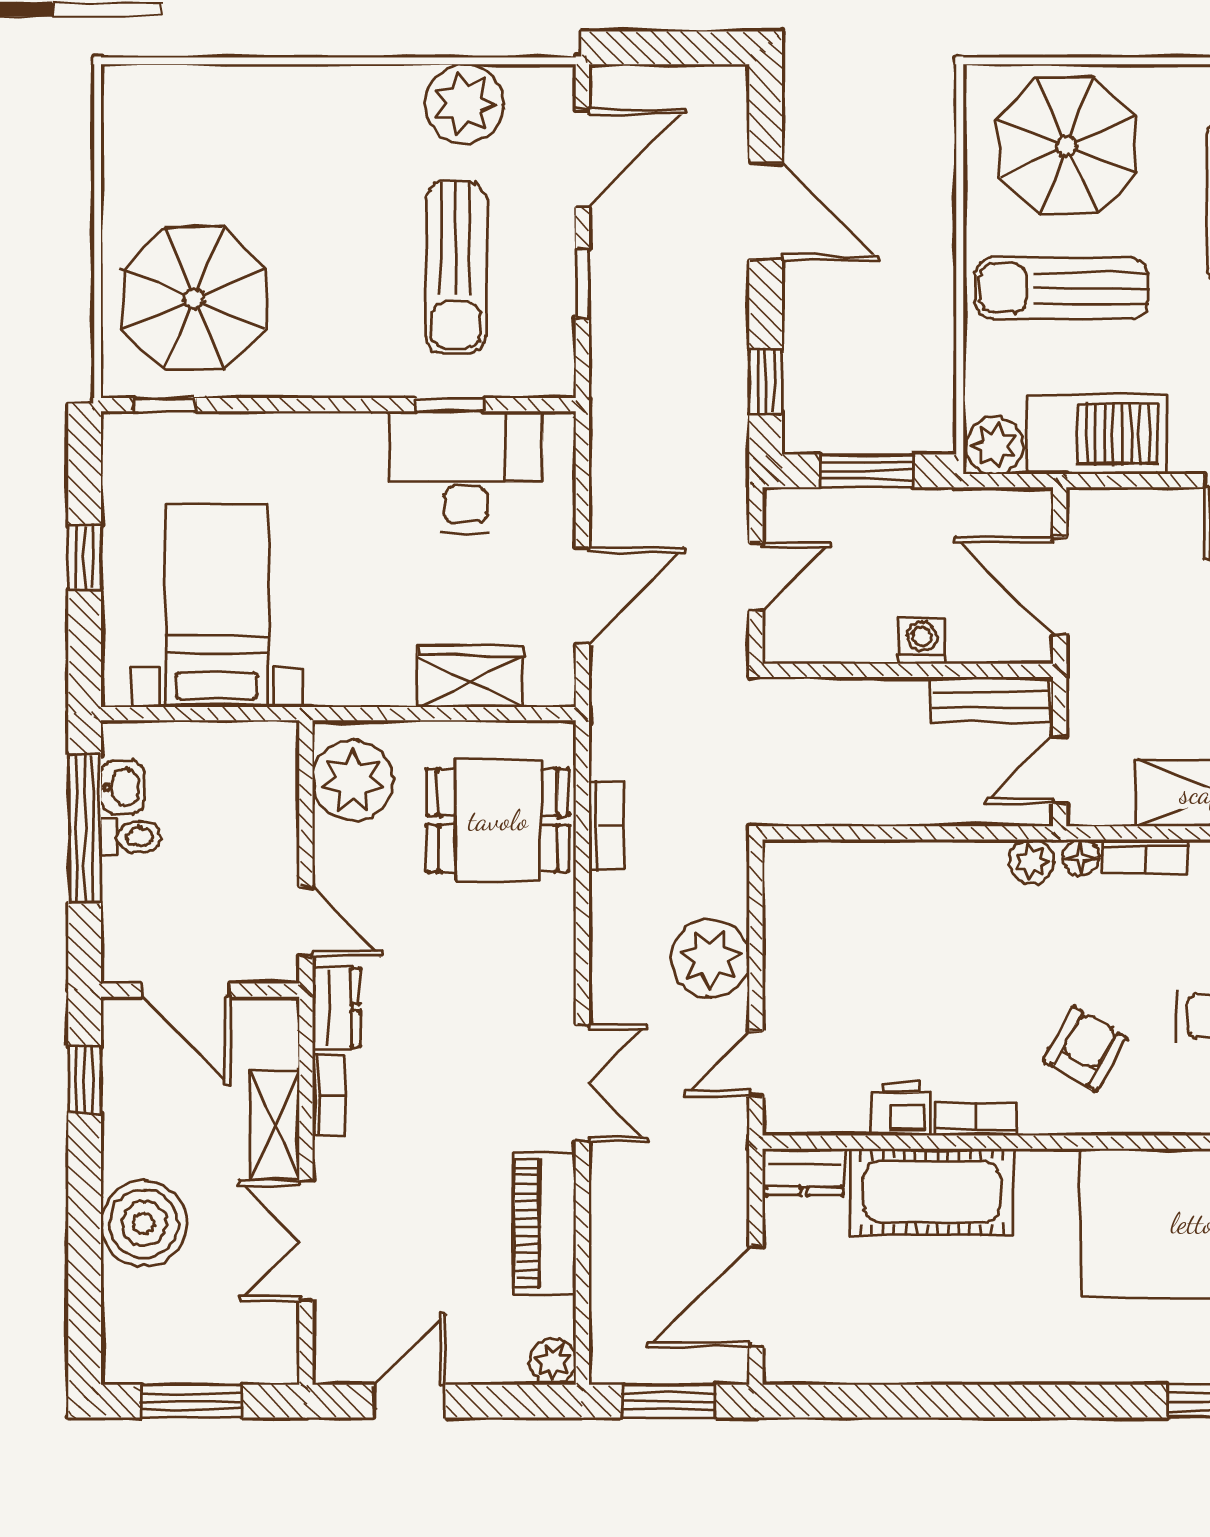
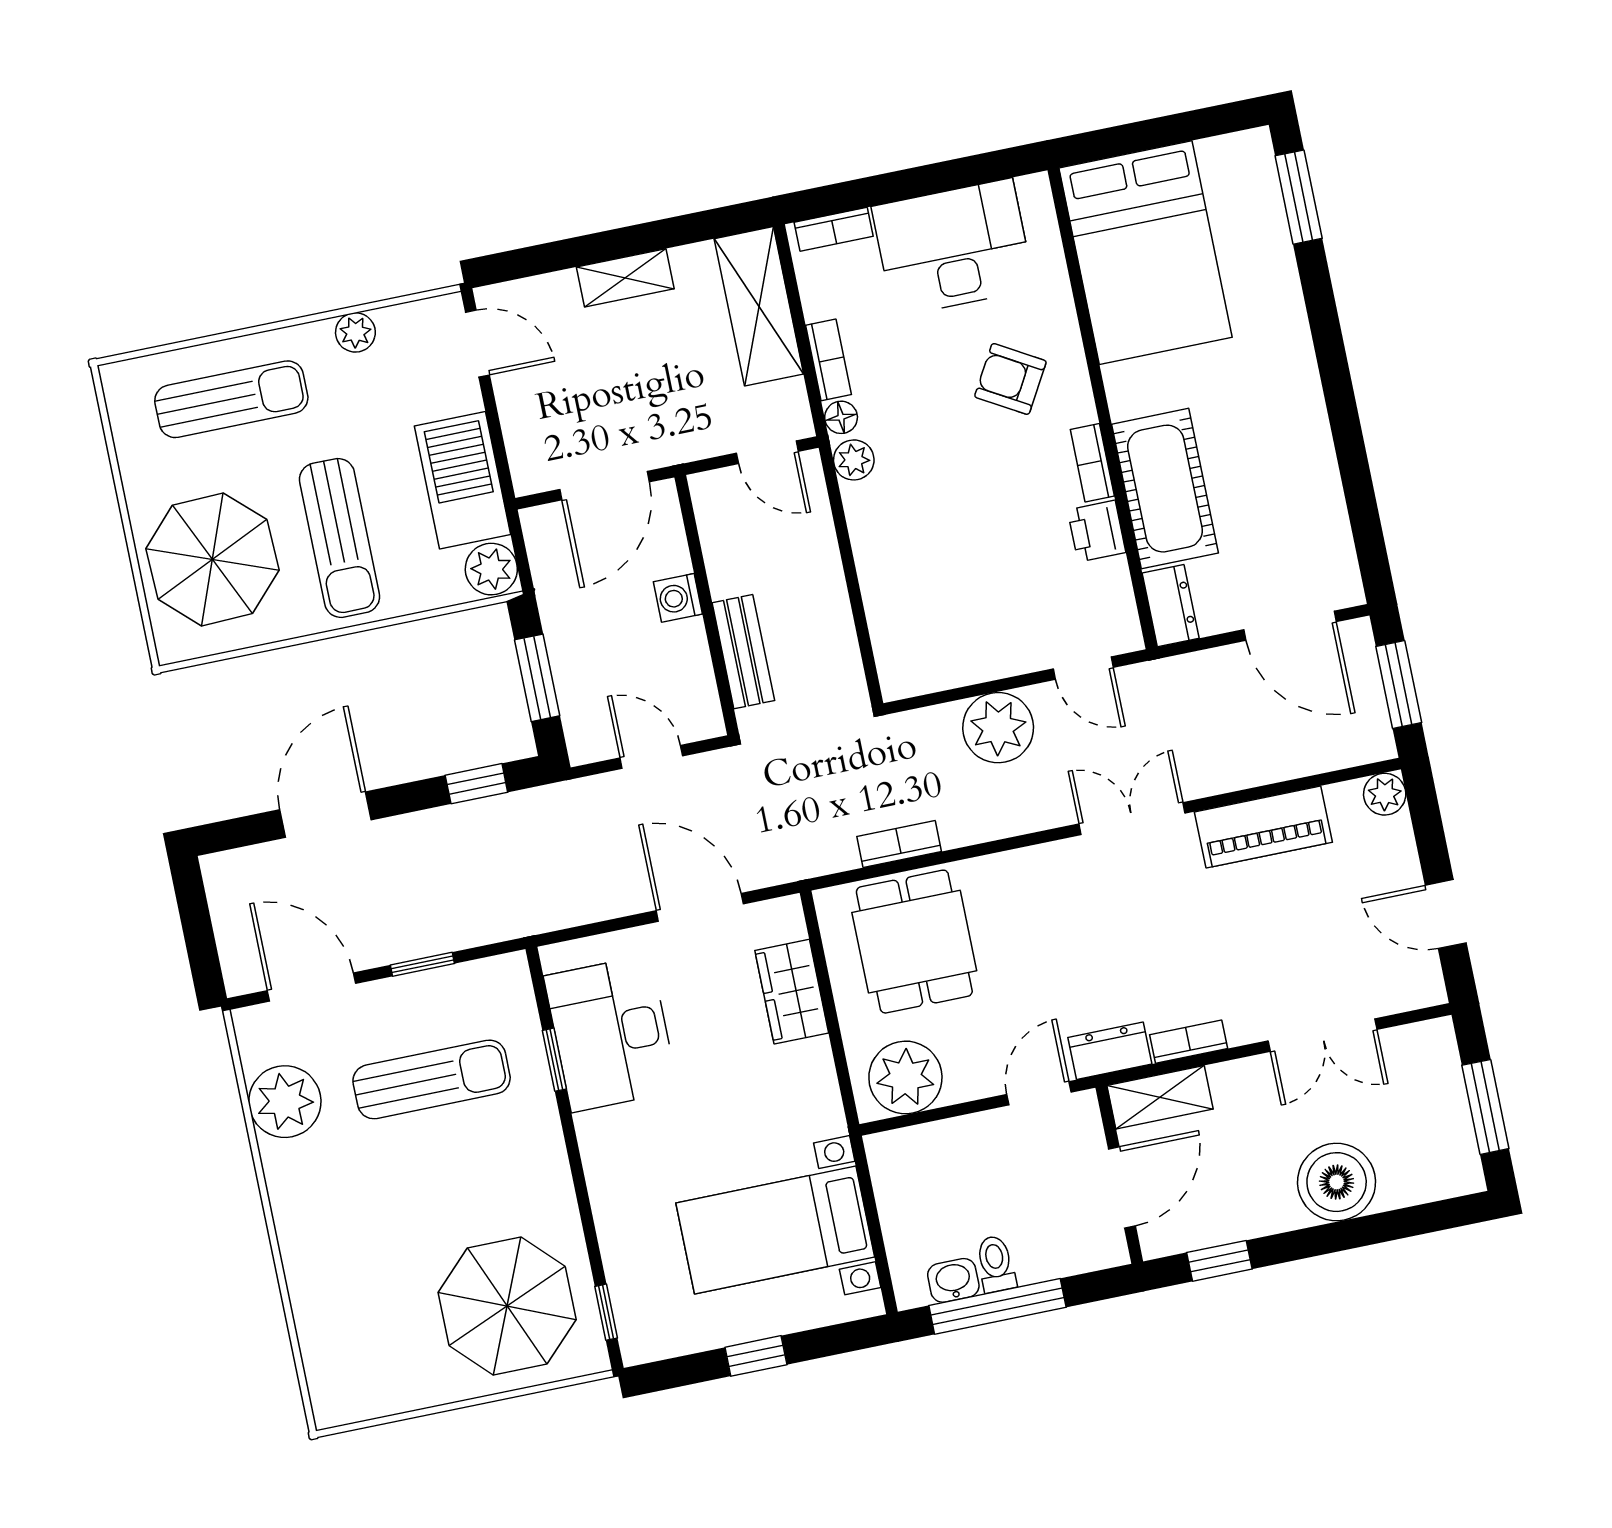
bench: (991, 700) -> (743, 652), moved
shelving: (275, 1124) -> (1160, 1097), moved

